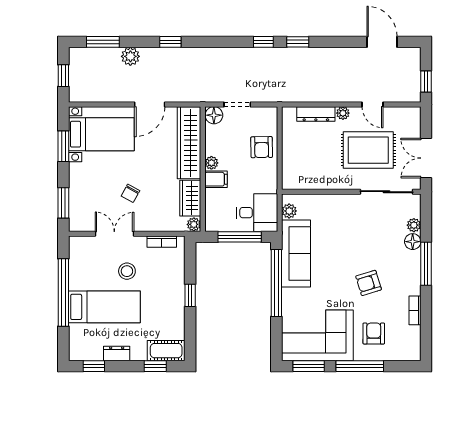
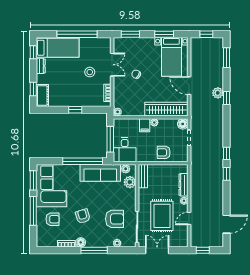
plant: (130, 56) -> (218, 93), moved
bench: (301, 182) -> (143, 176), added
wardrobe: (190, 198) -> (133, 110), removed
plant: (312, 204) -> (130, 182), added
armchair: (373, 230) -> (115, 219), added
floor lamp: (413, 242) -> (81, 242), moved
bed: (104, 307) -> (58, 48), moved, turned -90

